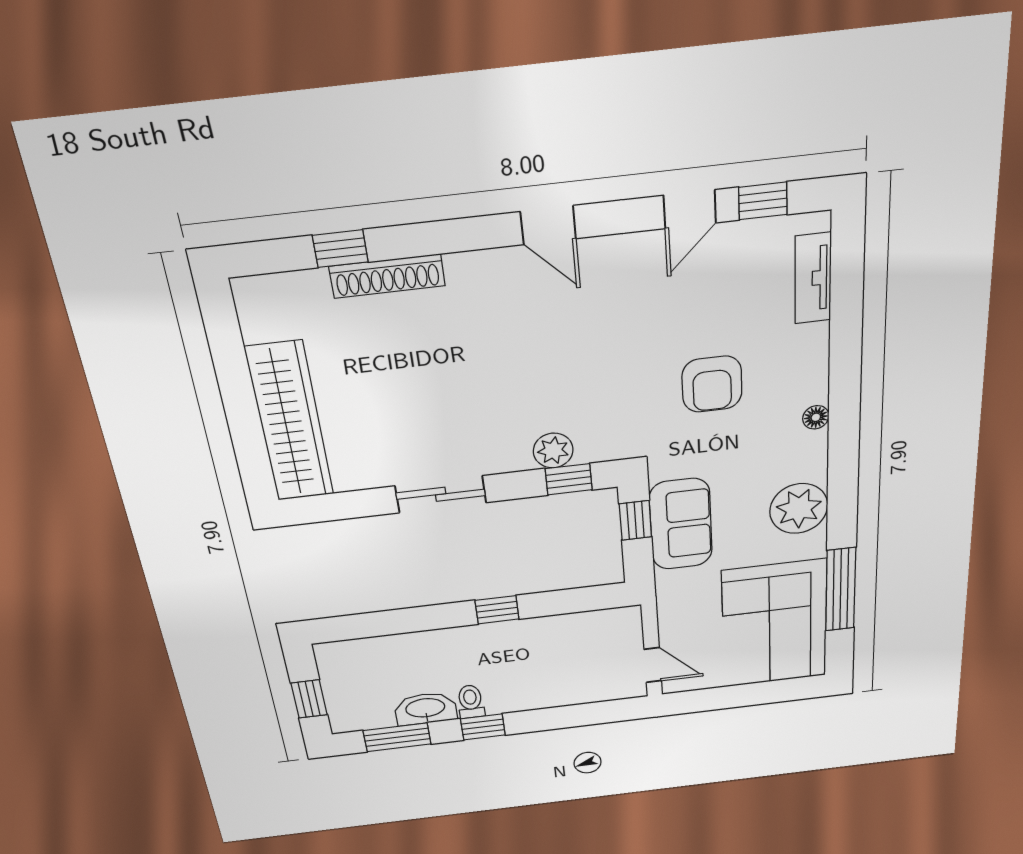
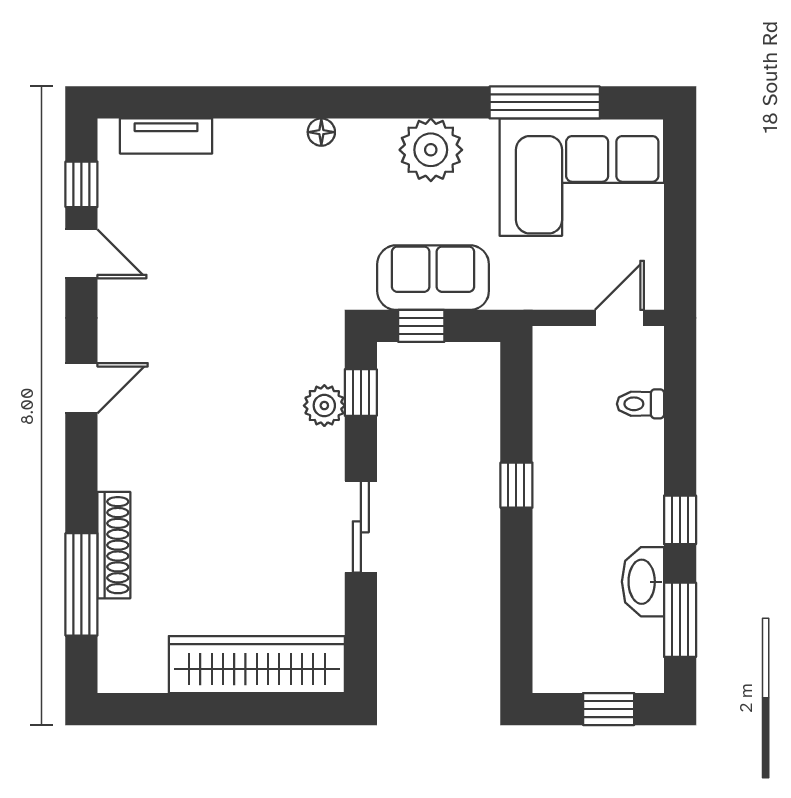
window: (340, 249) -> (81, 584), width x2.17
armchair: (712, 384) -> (269, 239), removed
toilet: (471, 702) -> (641, 404), moved

